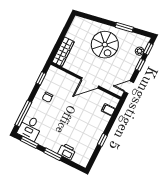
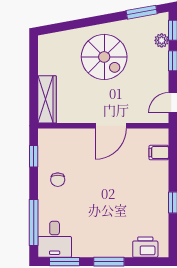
window: (124, 27) -> (142, 12), moved
printer: (67, 152) -> (145, 247), moved

